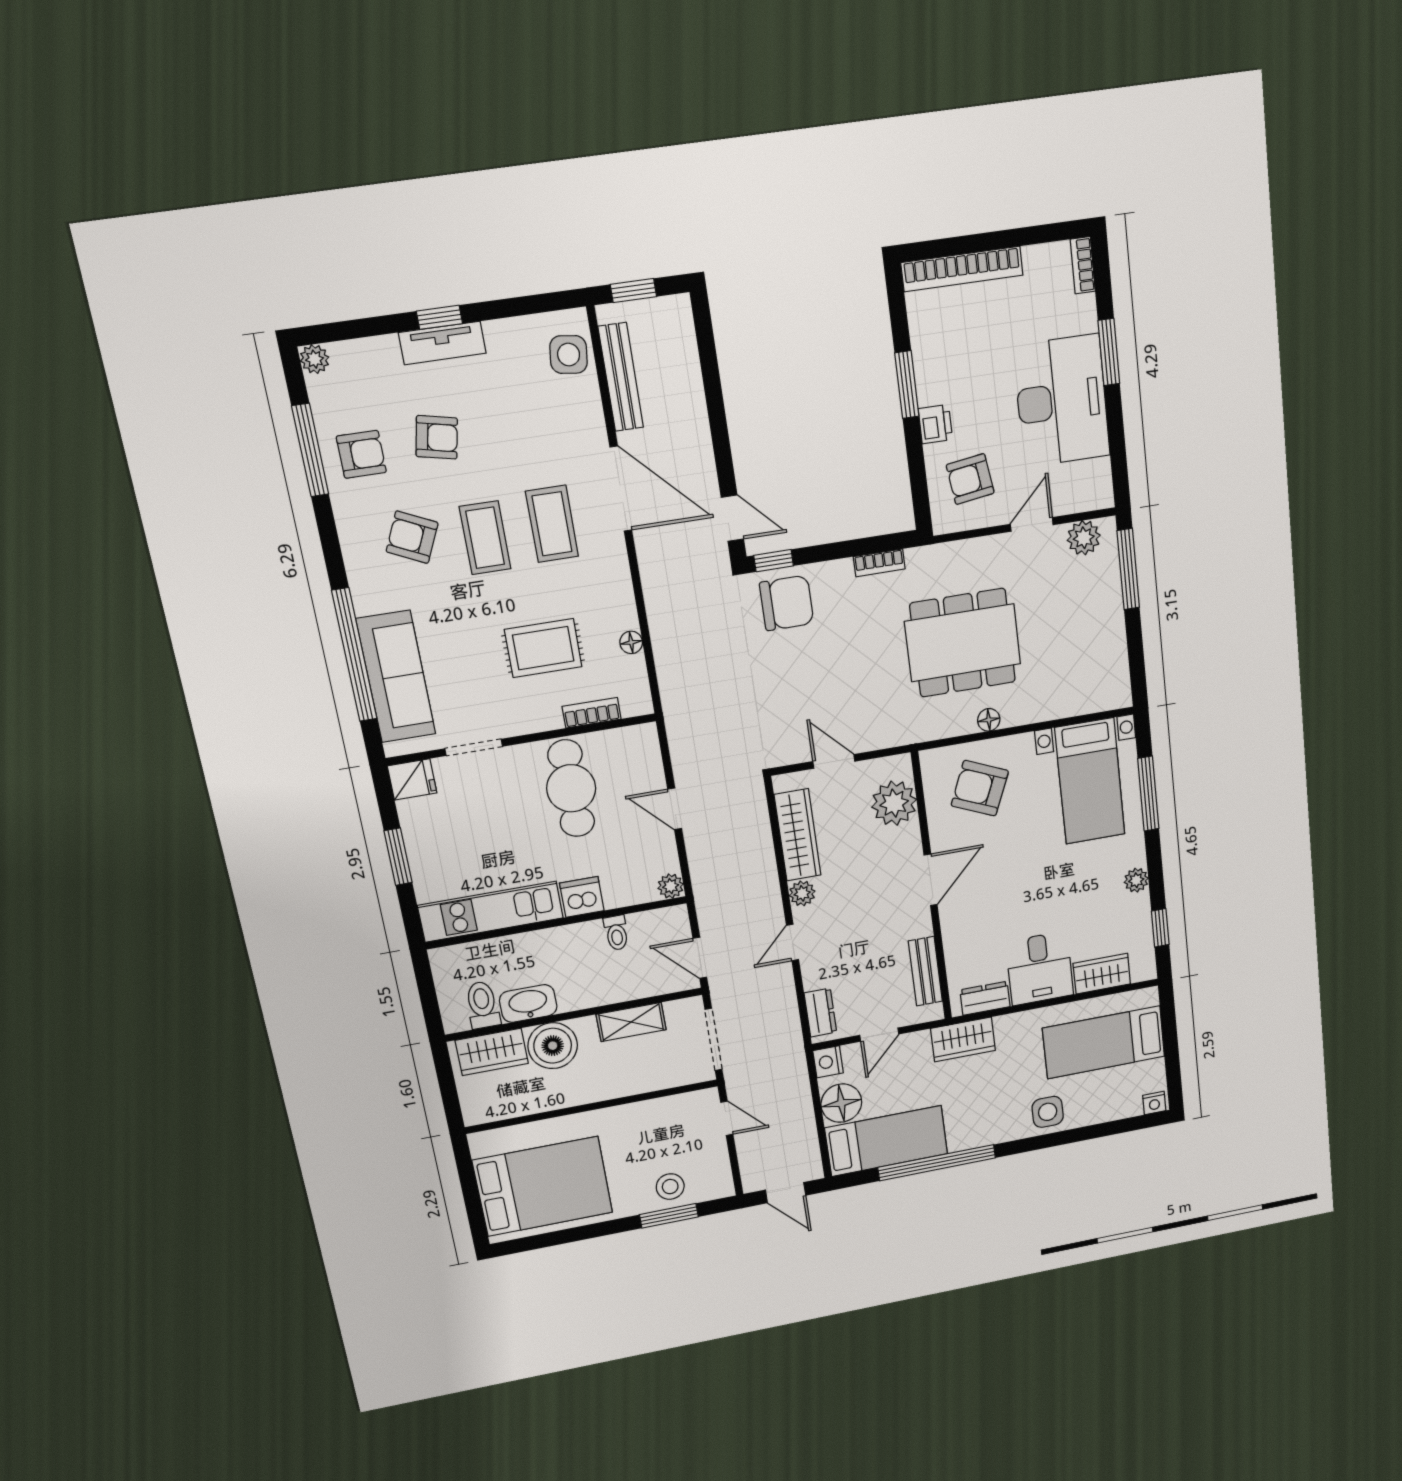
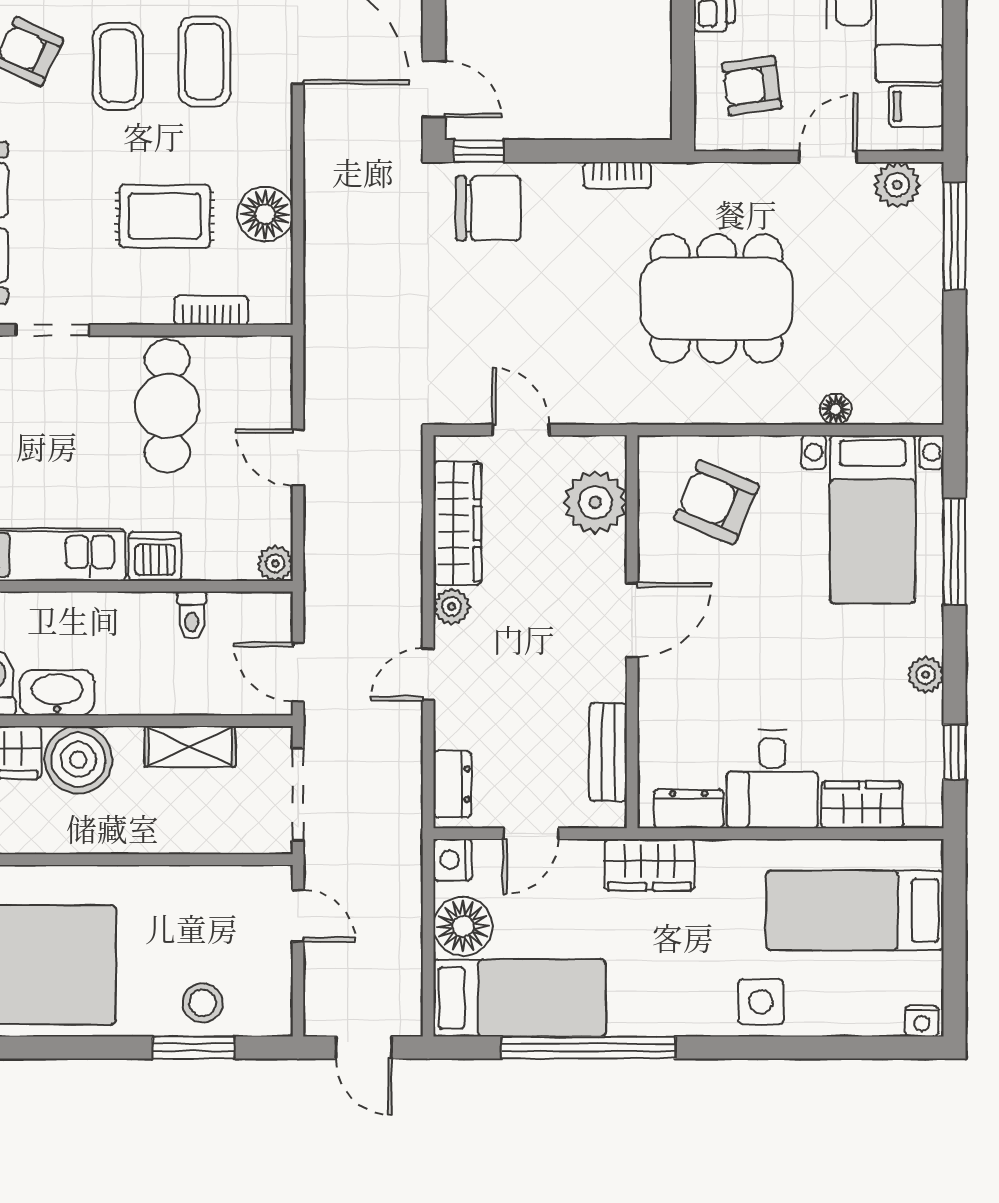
filing cabinet: (1092, 476) -> (916, 106), added
floor lamp: (631, 642) -> (265, 214), width x1.89, depth x1.89
floor lamp: (989, 720) -> (836, 409), moved

